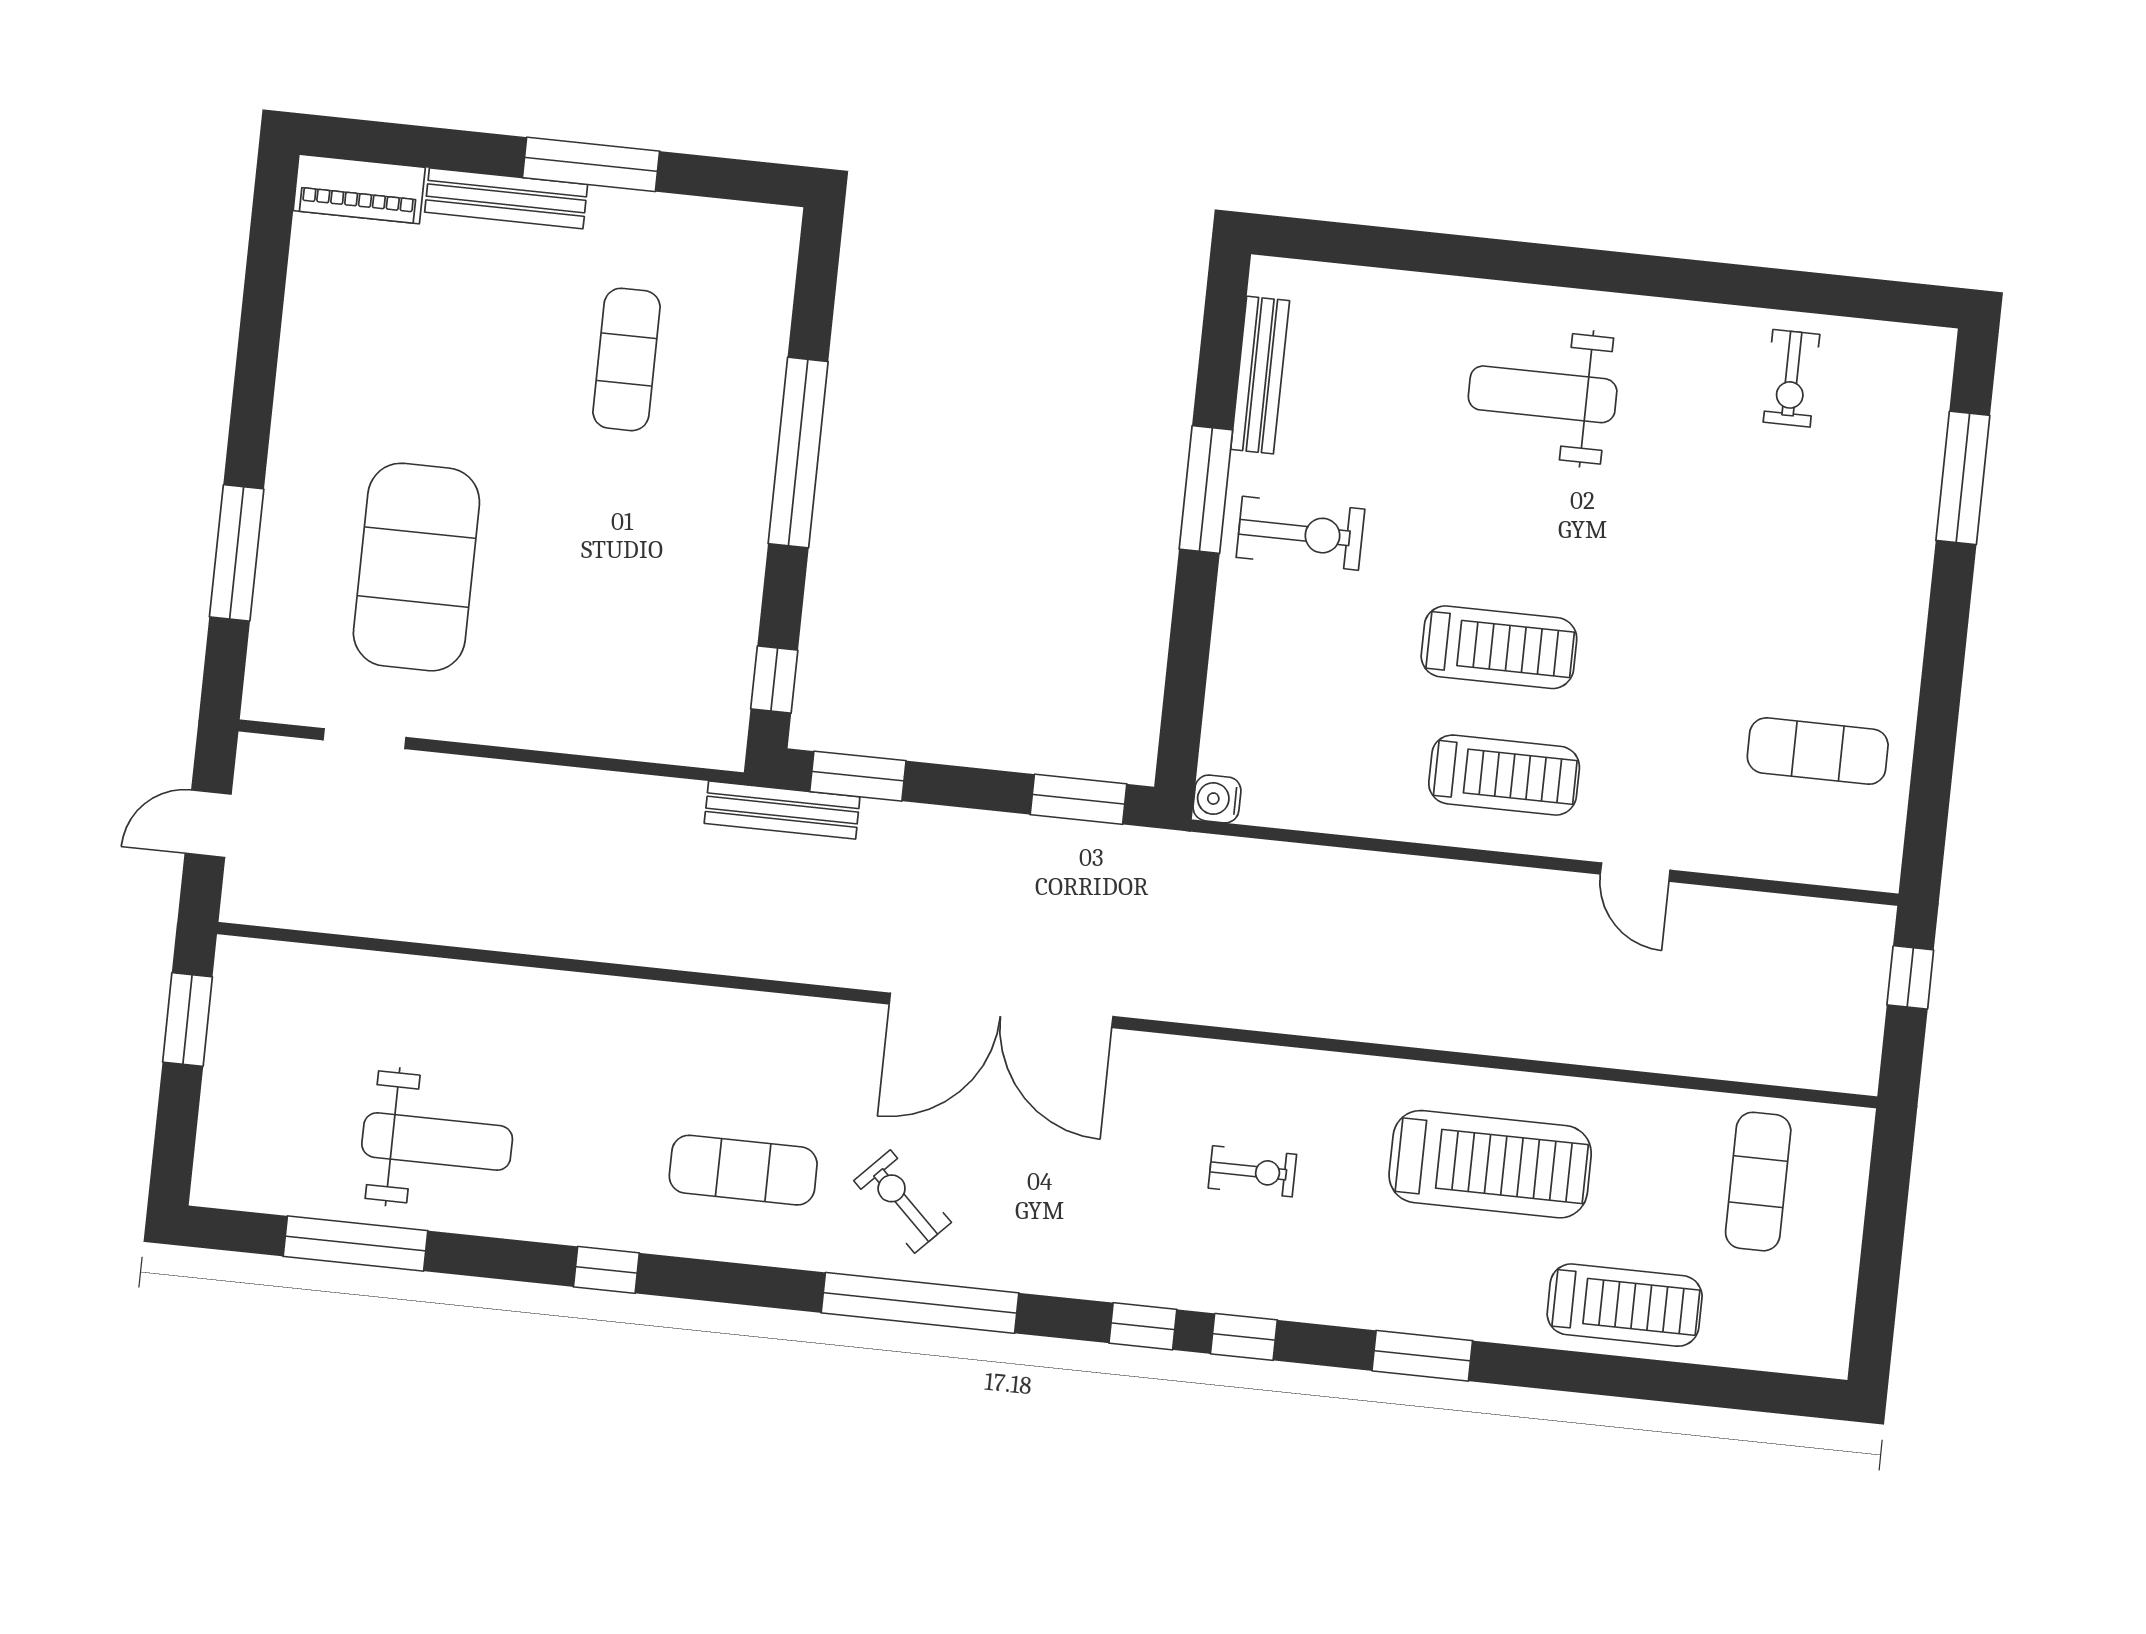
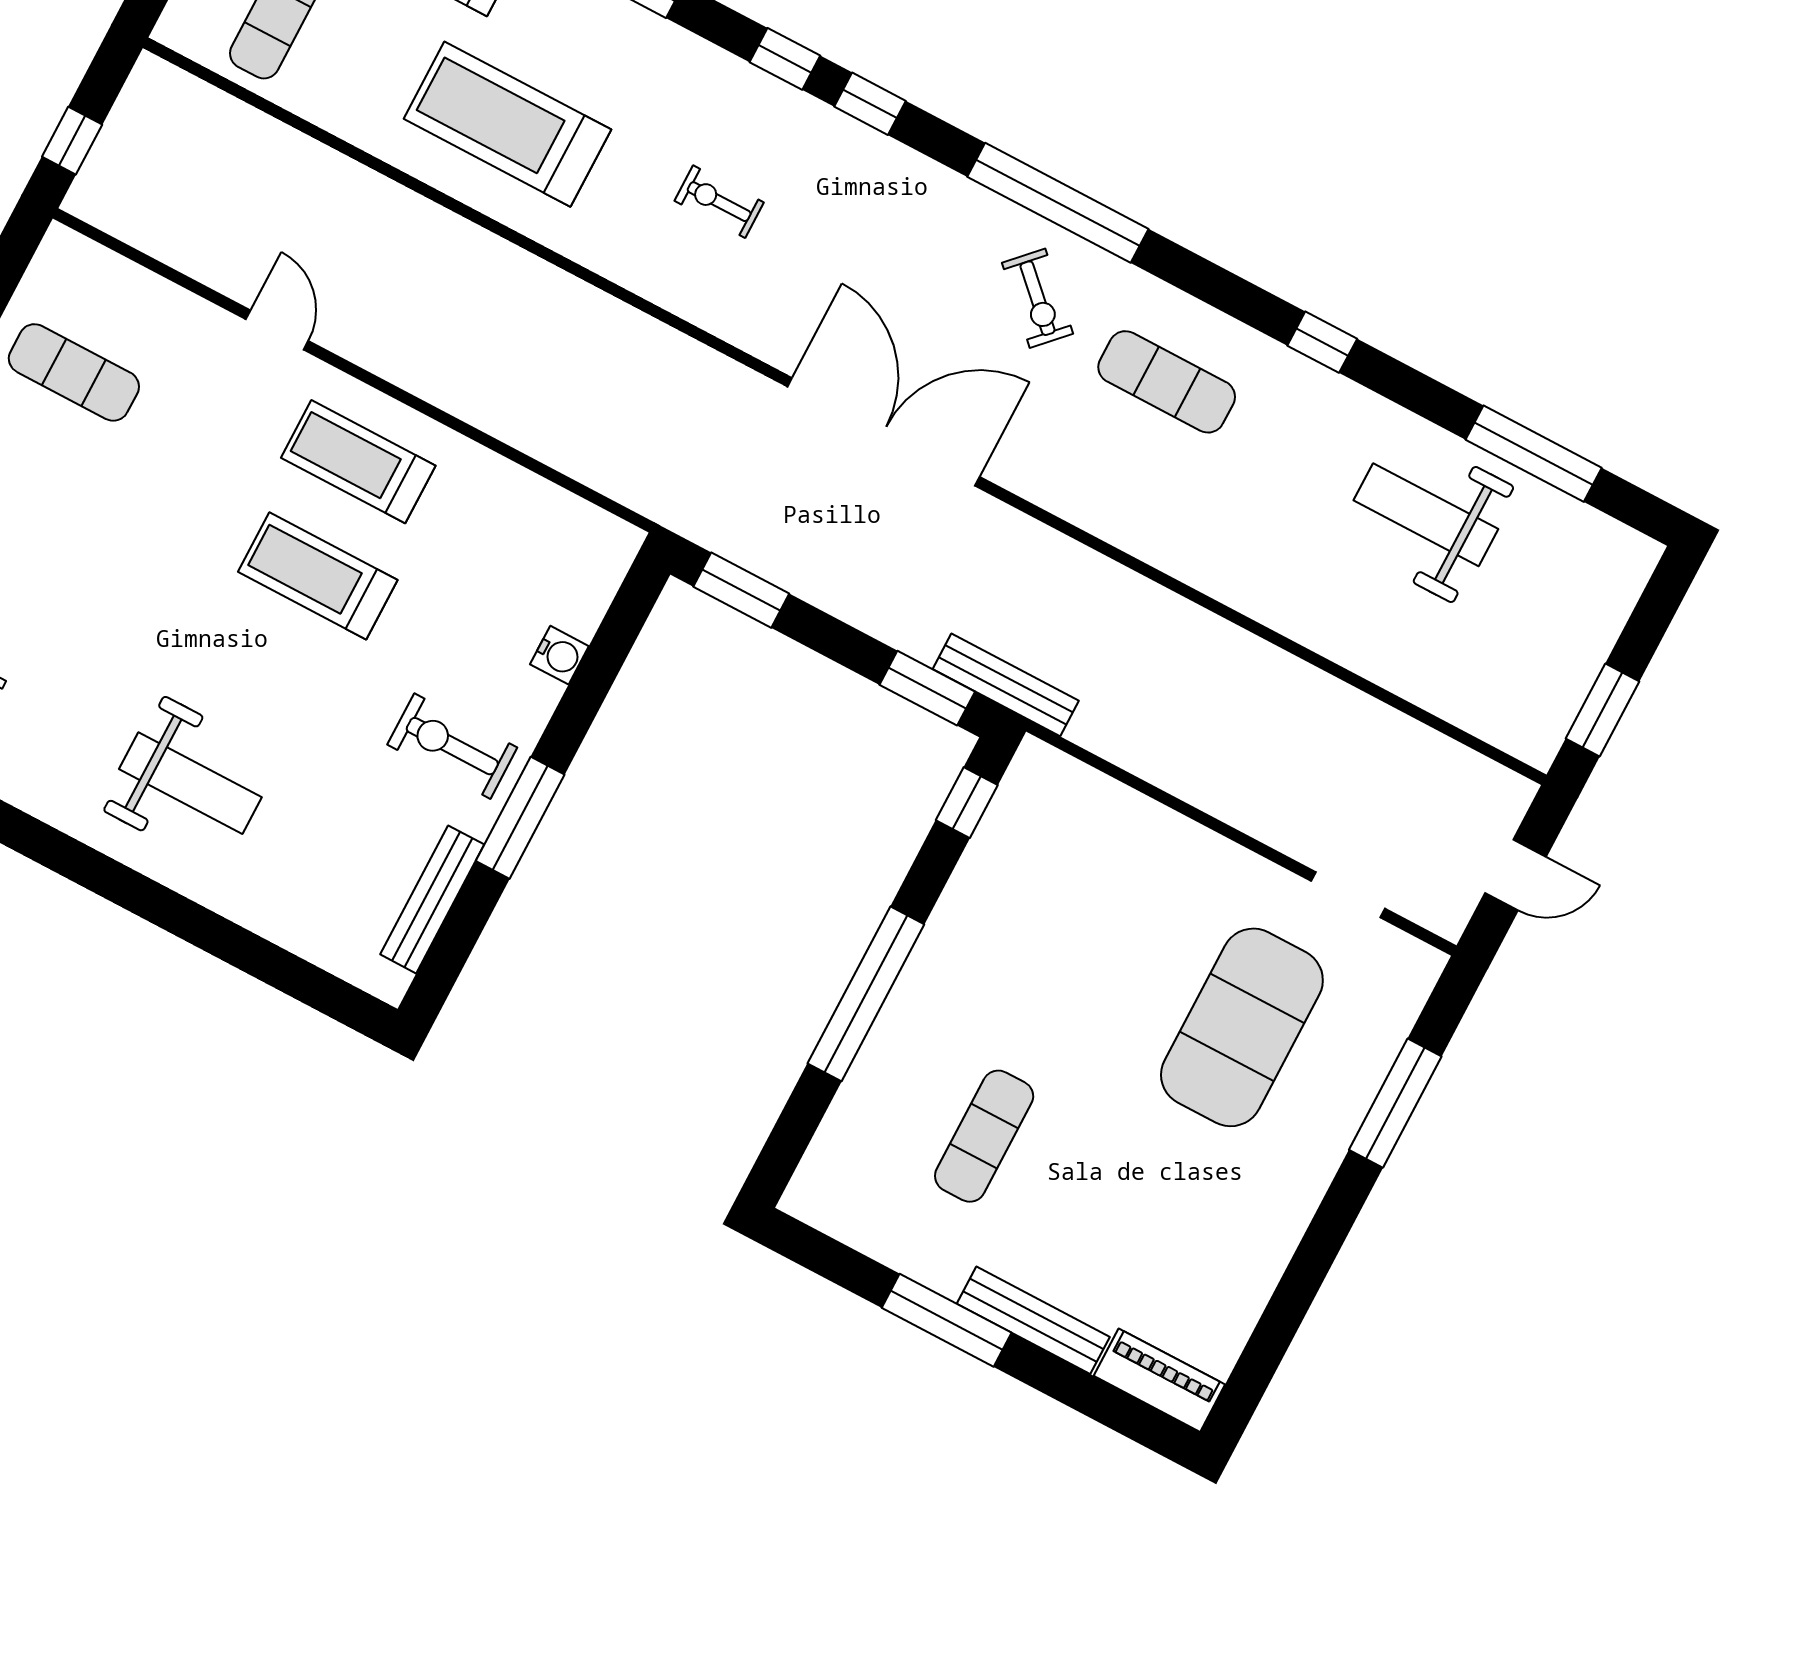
water cooler: (1217, 799) -> (559, 655), moved

